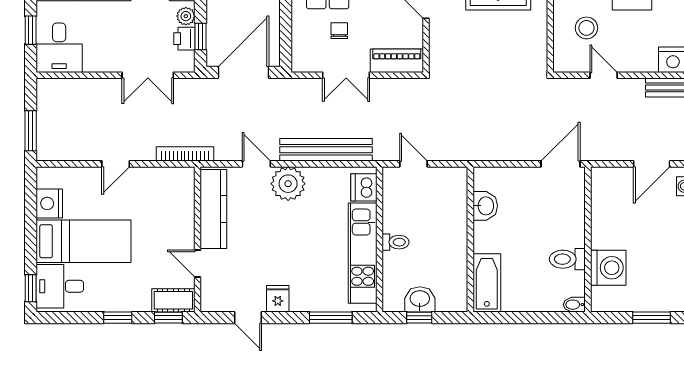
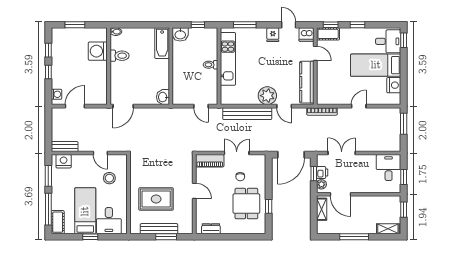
dishwasher: (364, 187) -> (307, 35), moved, turned 90
washbasin: (485, 206) -> (163, 97), moved
washbasin: (420, 299) -> (180, 34), moved

